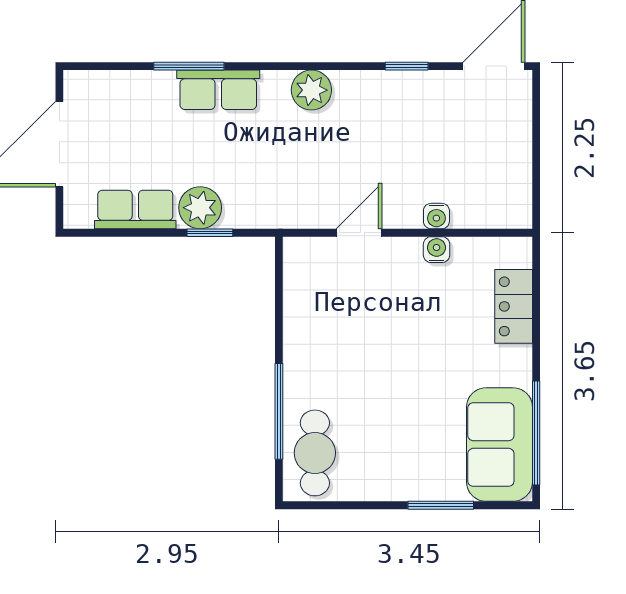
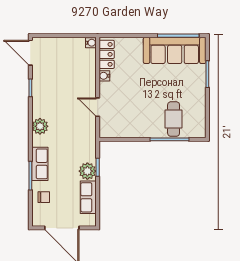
chair: (136, 100) -> (44, 197), added
water cooler: (436, 216) -> (91, 43), moved
locker: (514, 306) -> (107, 54), moved, turned -90
sofa: (499, 445) -> (175, 50), width x1.36
cafe table: (315, 453) -> (174, 119), moved, turned 90

